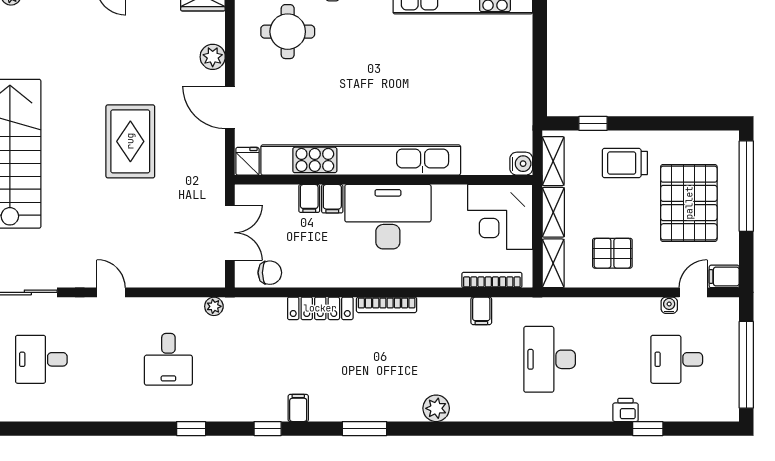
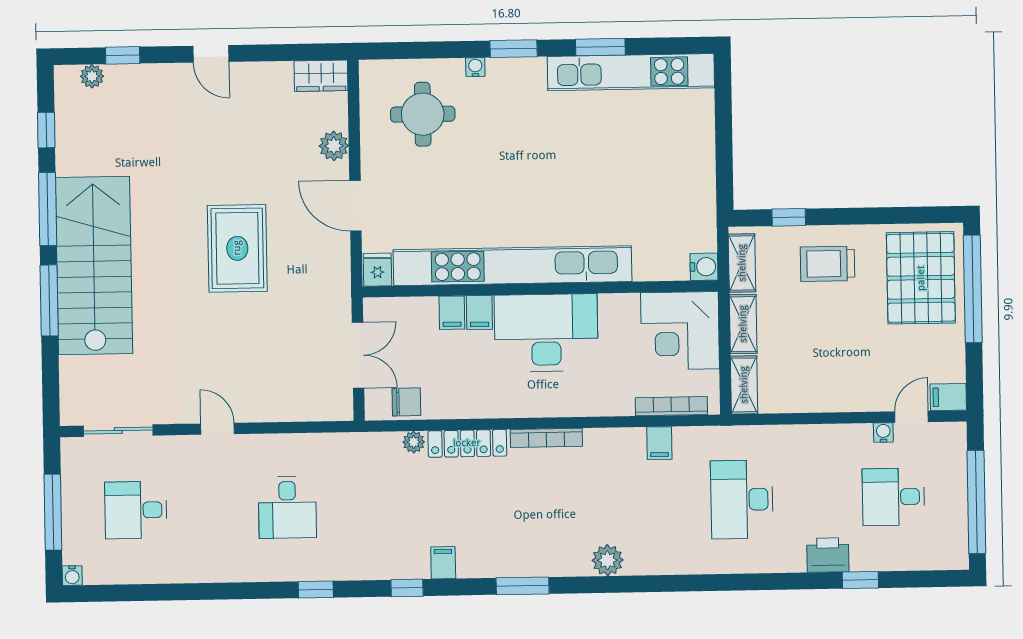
pallet: (689, 203) -> (921, 278), moved
pallet: (612, 253) -> (814, 372), removed
plant: (214, 306) -> (414, 442), moved
printer: (625, 410) -> (828, 555), width x1.36, depth x1.24

